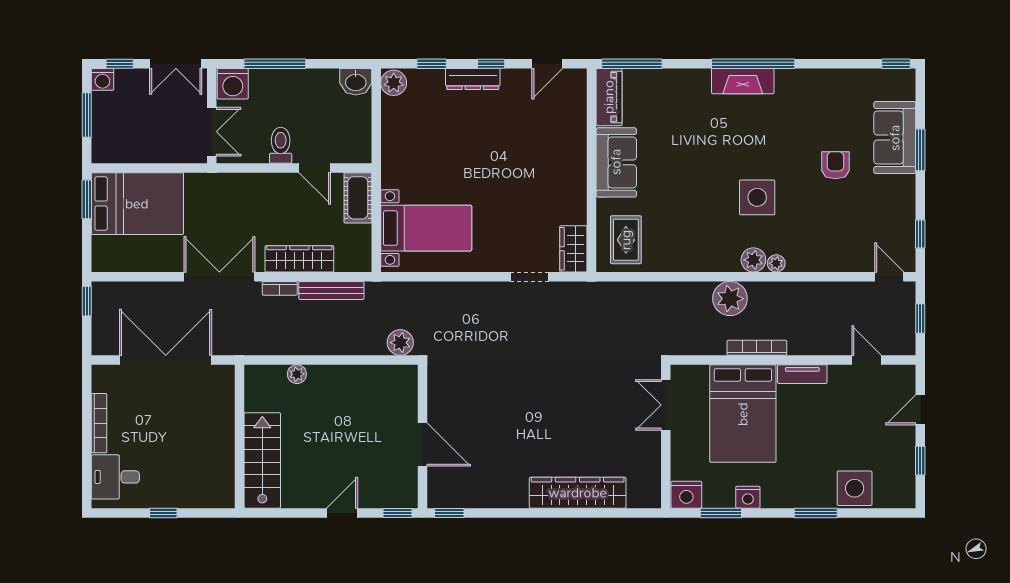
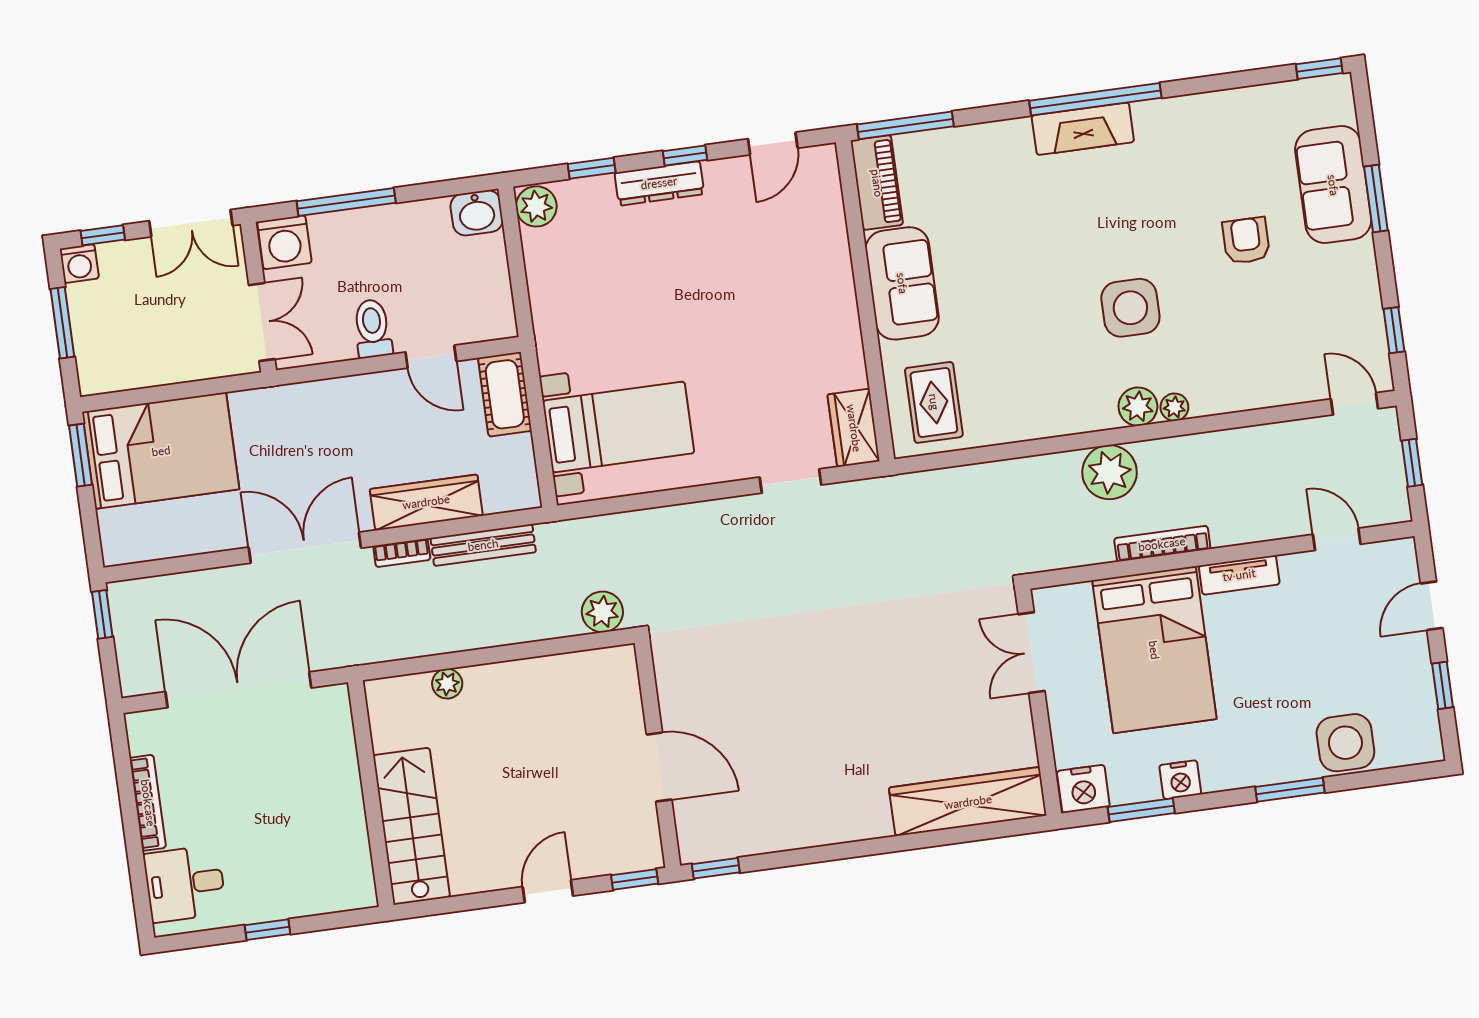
wardrobe: (578, 493) -> (968, 802), moved

